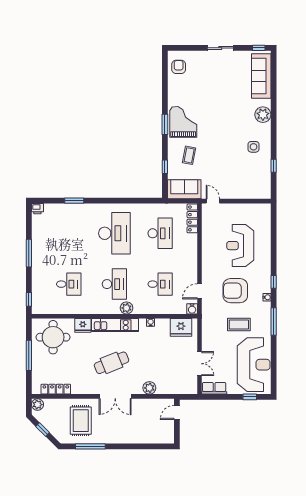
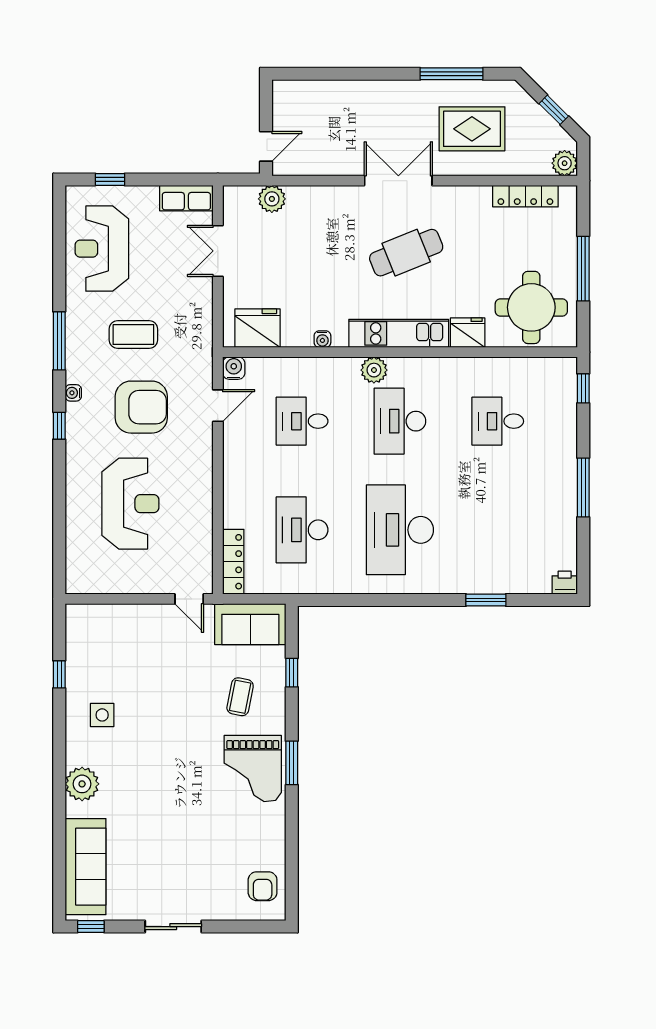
reception desk: (254, 365) -> (102, 249), width x0.74, depth x0.77
plant: (149, 388) -> (272, 199), moved
rug: (81, 421) -> (472, 129), turned 90

